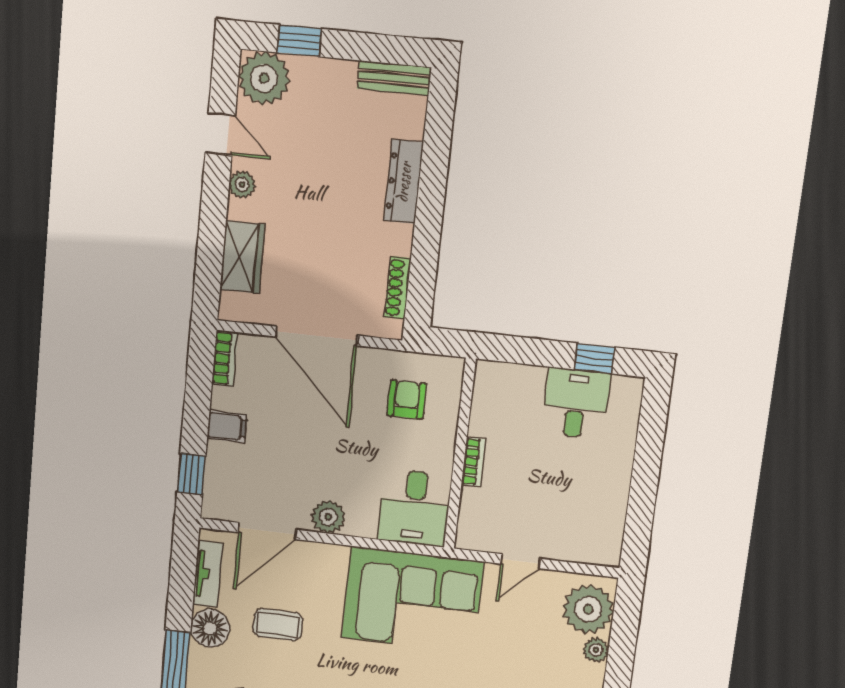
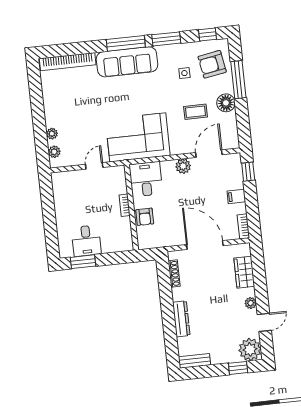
door: (220, 134) -> (264, 322), swing flipped
window: (594, 358) -> (83, 262), width x1.50
armchair: (407, 400) -> (145, 217), moved
tv unit: (208, 574) -> (232, 128), removed
plant: (588, 609) -> (54, 152), width x0.53, depth x0.53

